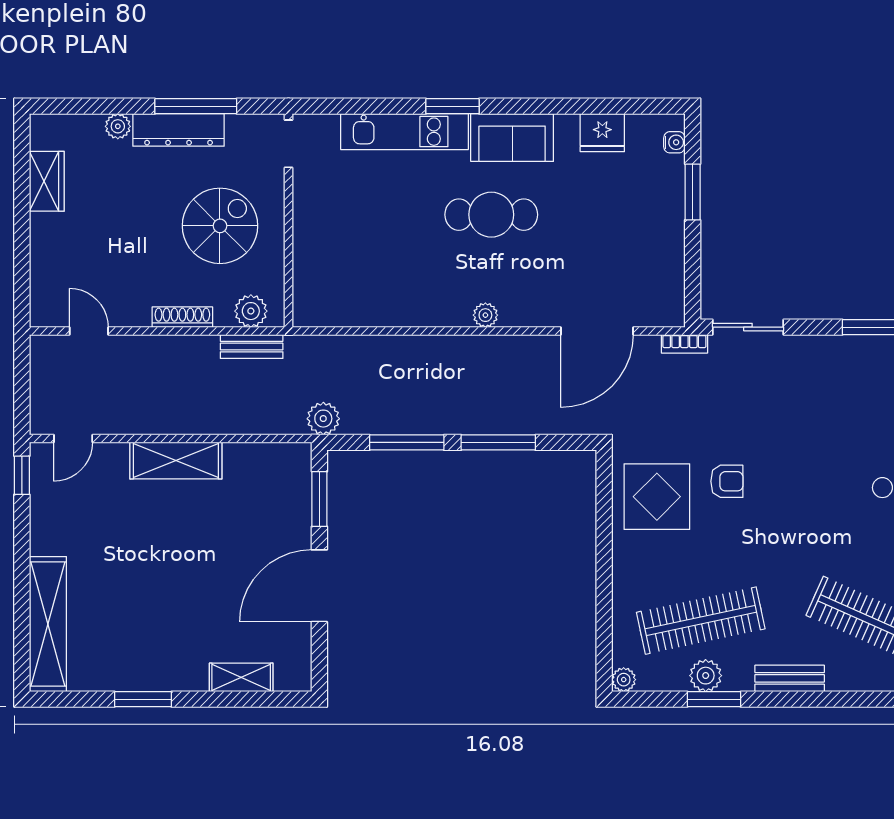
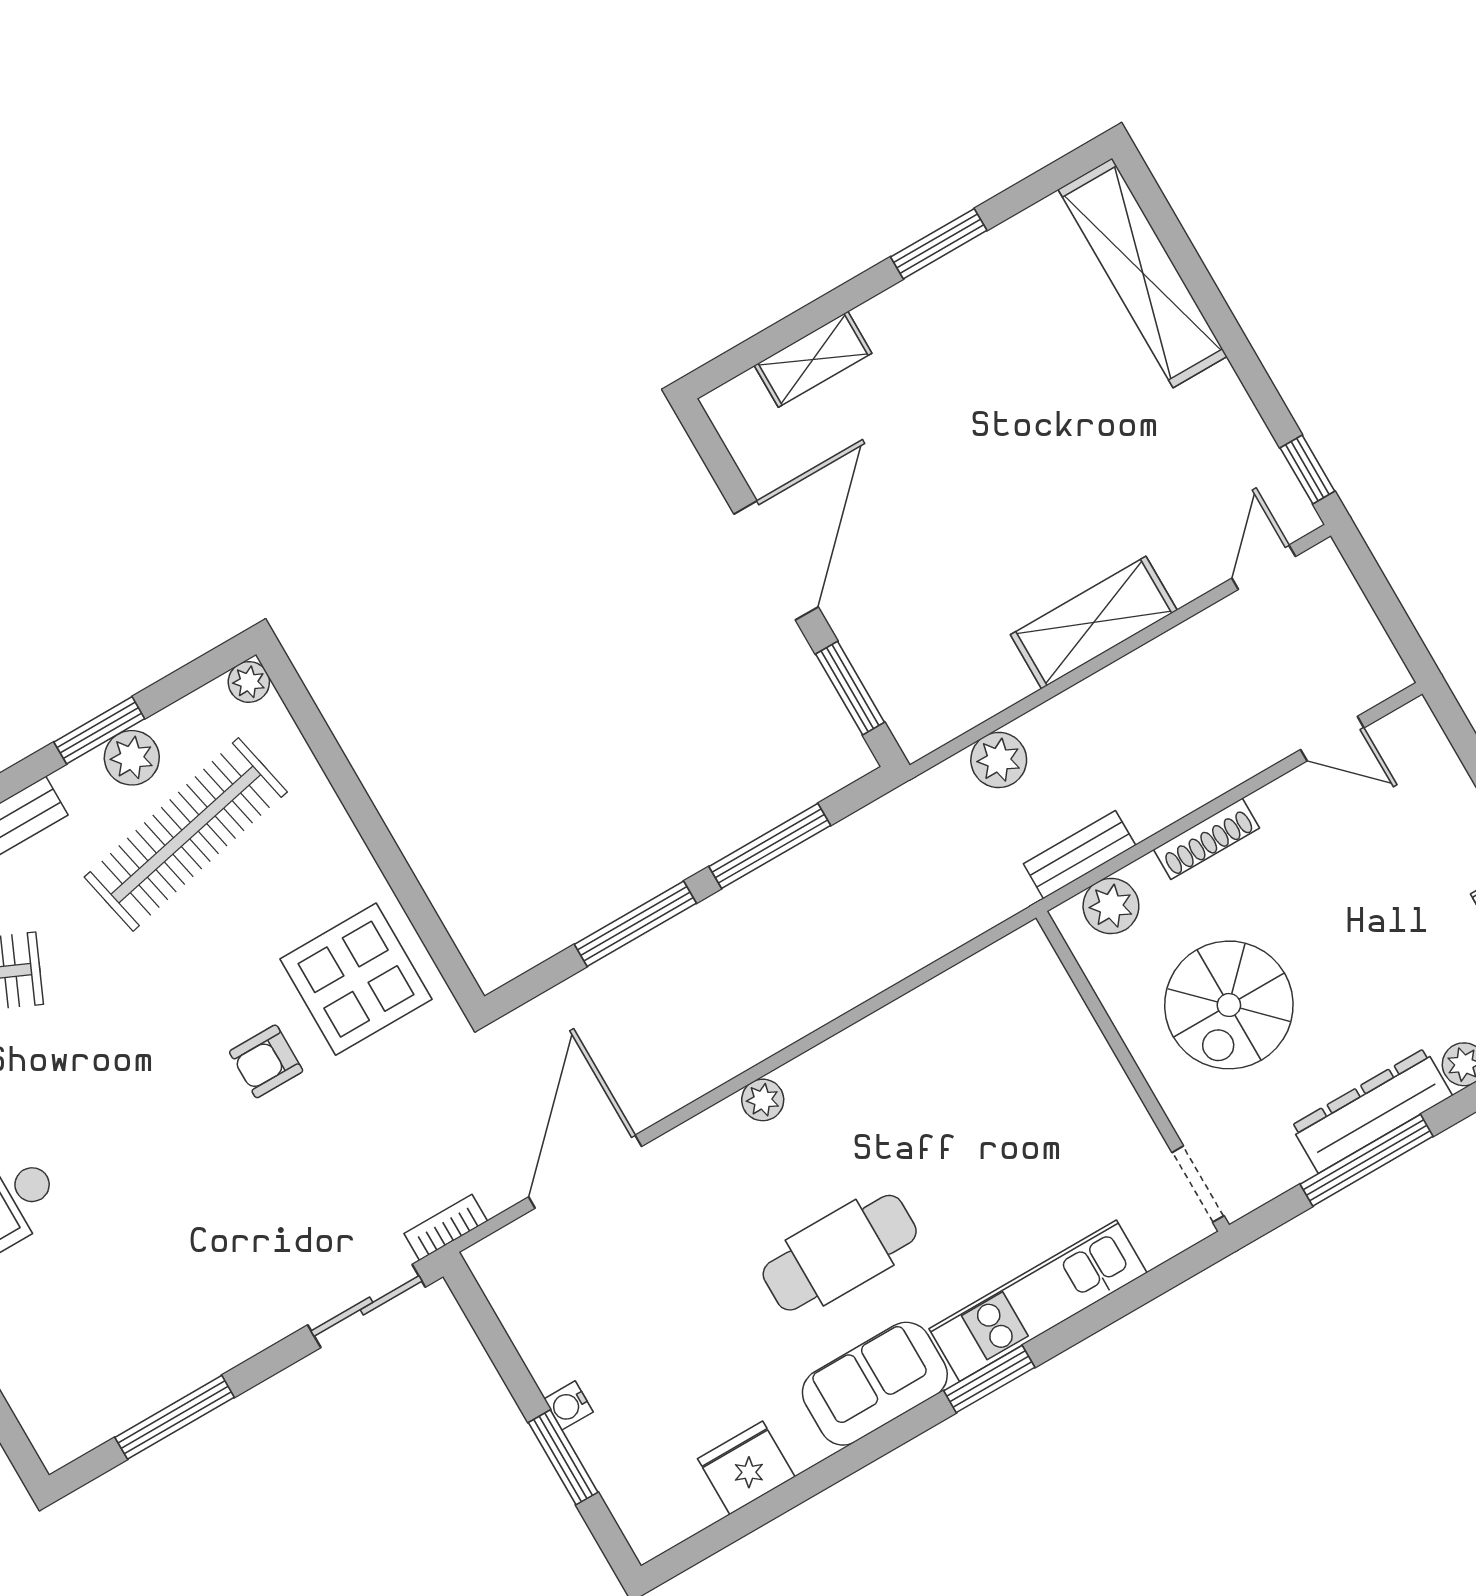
water cooler: (674, 142) -> (569, 1405), moved
plant: (323, 419) -> (999, 760), moved

